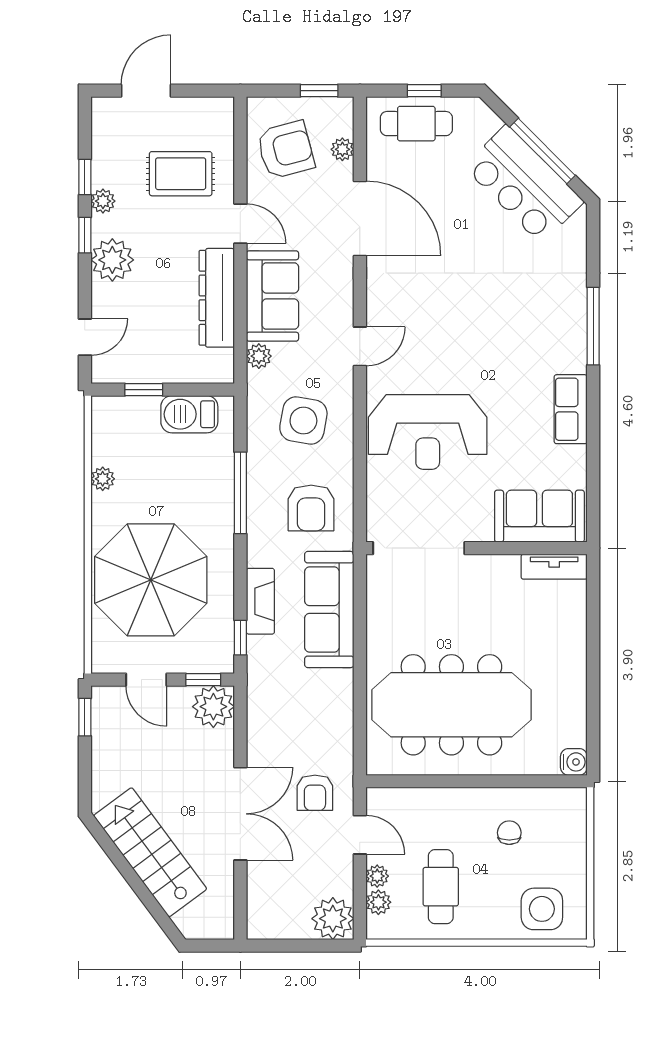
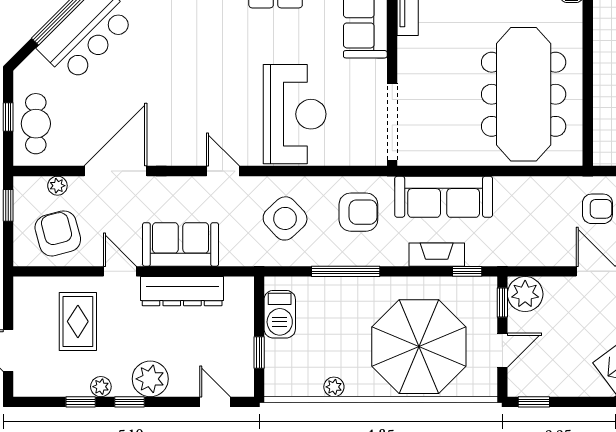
door: (240, 224) -> (120, 271), hinge flipped
plant: (259, 356) -> (231, 256), removed
side table: (303, 421) -> (285, 218), turned 37

